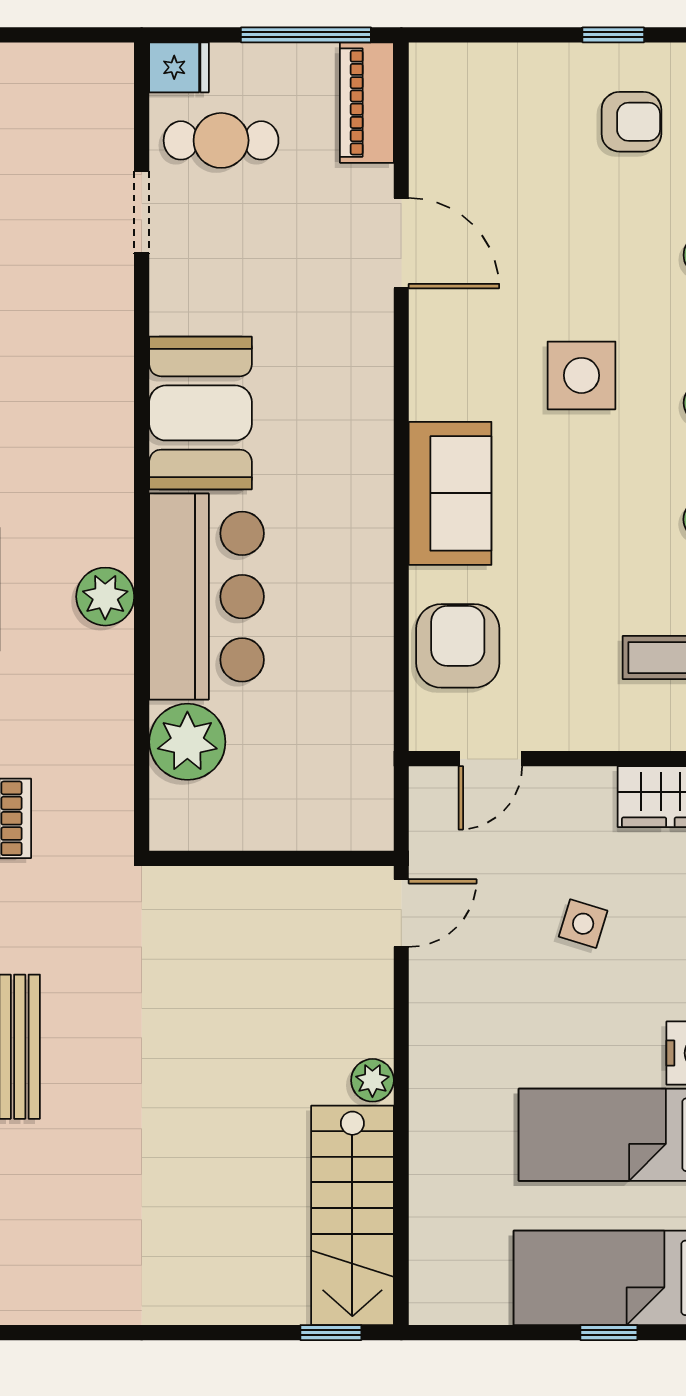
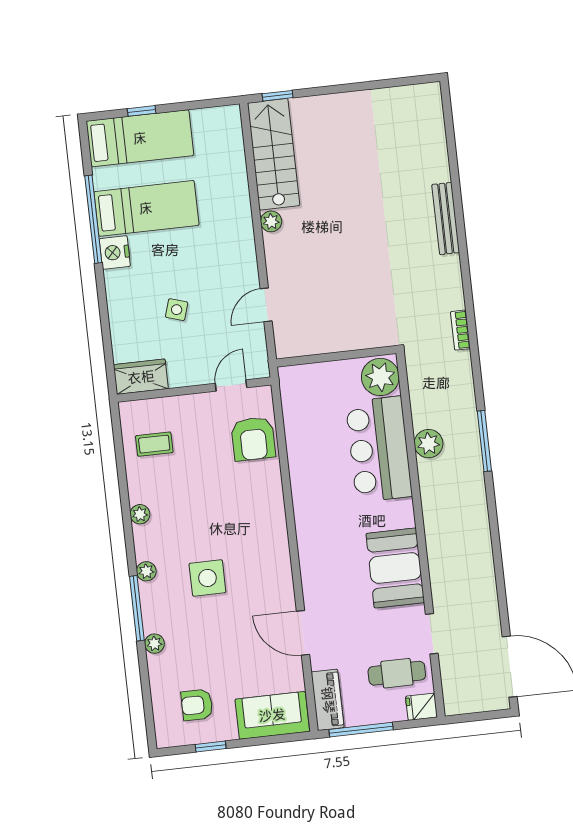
booth: (201, 413) -> (395, 568), moved
sofa: (450, 493) -> (272, 715), moved, turned 90
wall: (271, 858) -> (336, 356), moved

